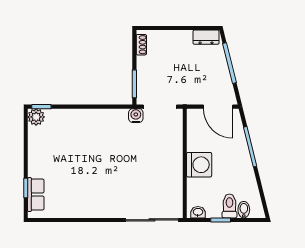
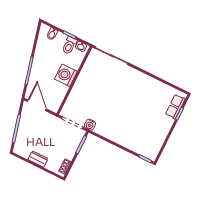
dresser: (206, 37) -> (38, 159), moved
plant: (36, 117) -> (152, 154), removed
toilet: (229, 206) -> (69, 45), moved

